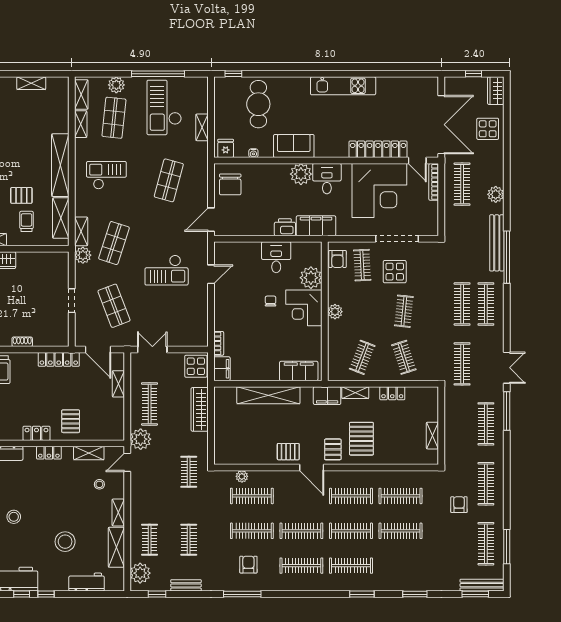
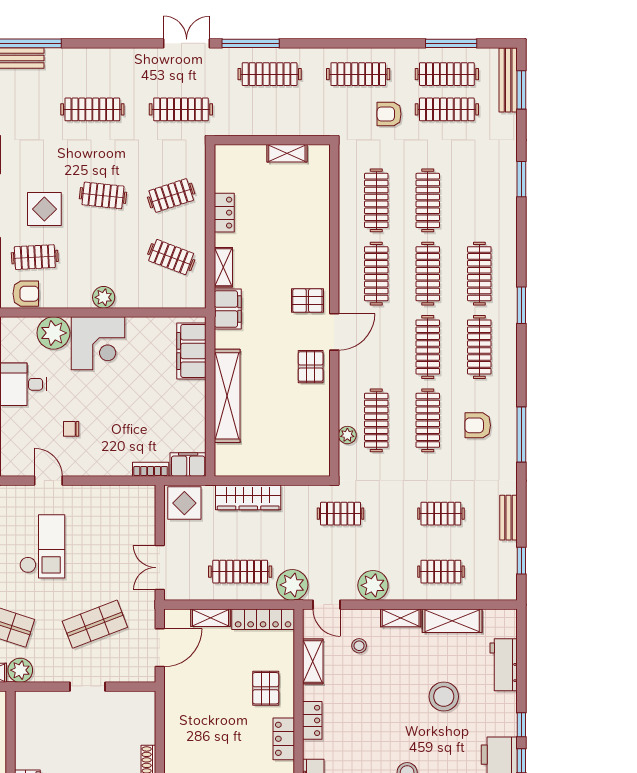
chair: (271, 301) -> (71, 429), moved
clothes rail: (486, 304) -> (447, 109), moved
locker: (59, 359) -> (263, 619), moved, turned 90
pallet: (71, 421) -> (266, 688), turned 90
pallet: (361, 439) -> (292, 258), removed
plant: (140, 573) -> (373, 585), moved
window: (362, 594) -> (521, 305), moved

